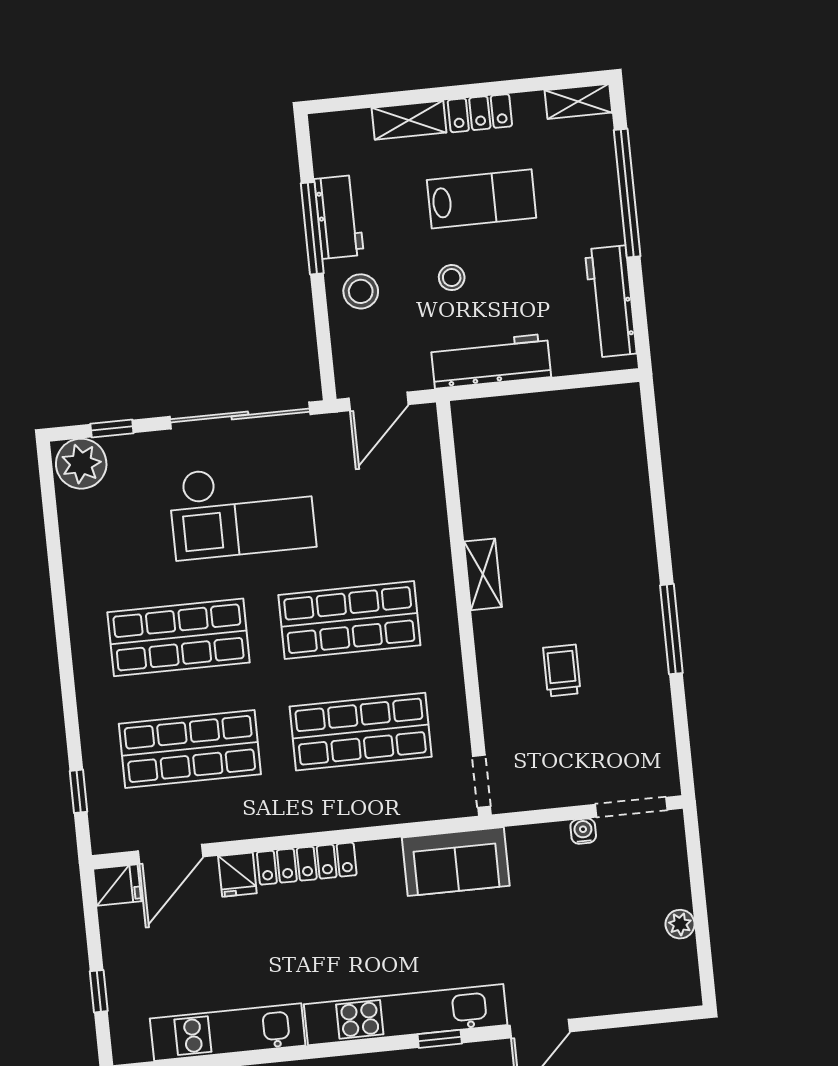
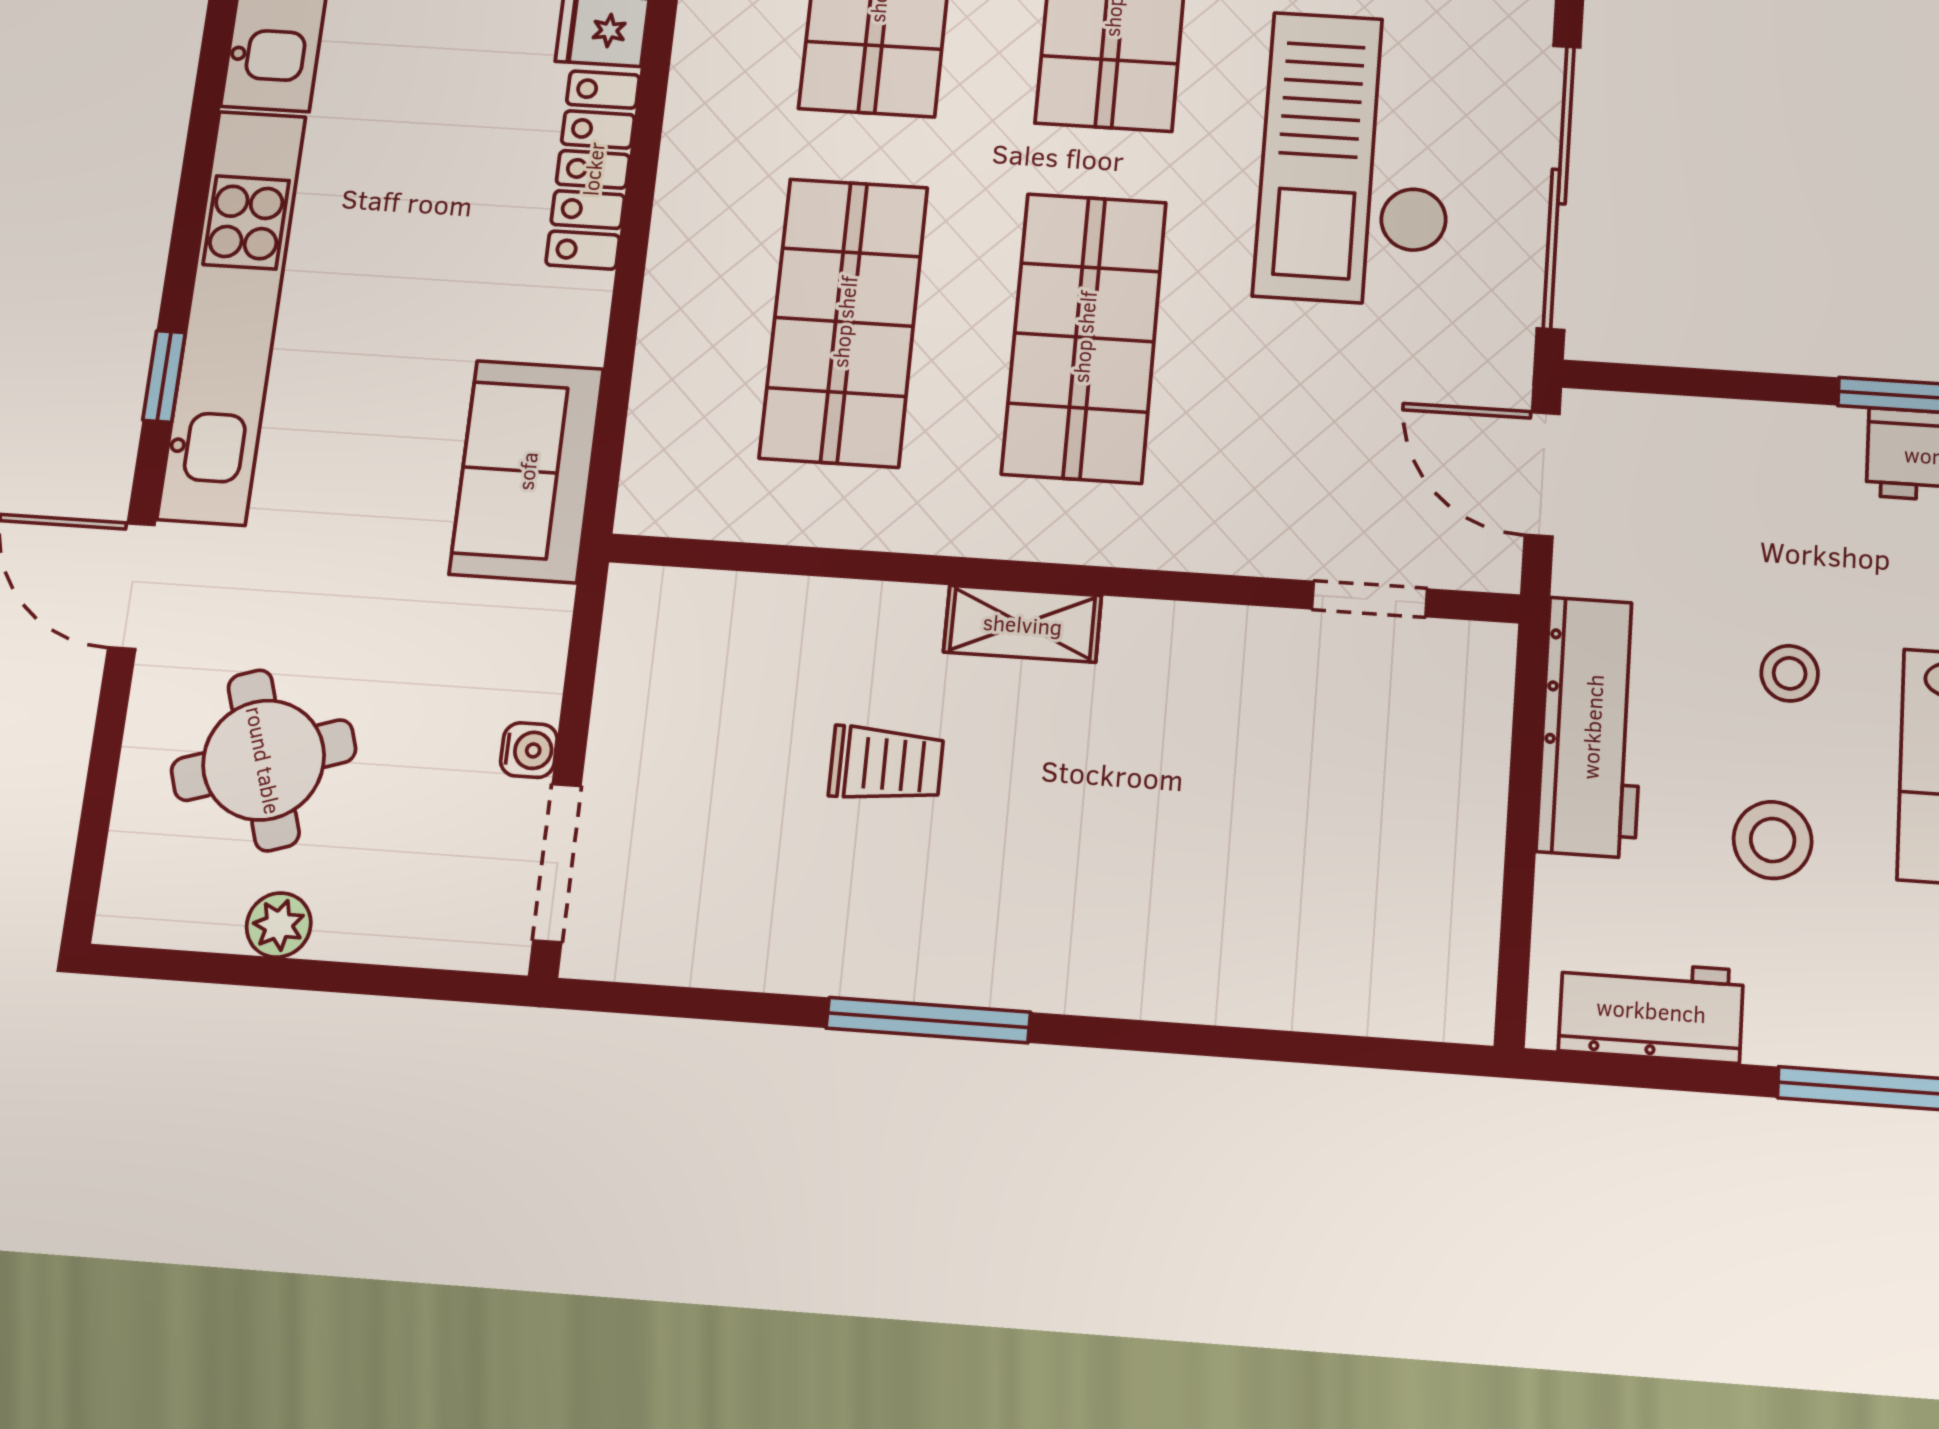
stool: (361, 291) -> (1773, 840), moved
workbench: (611, 301) -> (1651, 1010), width x0.73
shelving: (483, 574) -> (1023, 624), moved
doorway: (481, 781) -> (1370, 599), moved
round table: (608, 949) -> (264, 760), added

